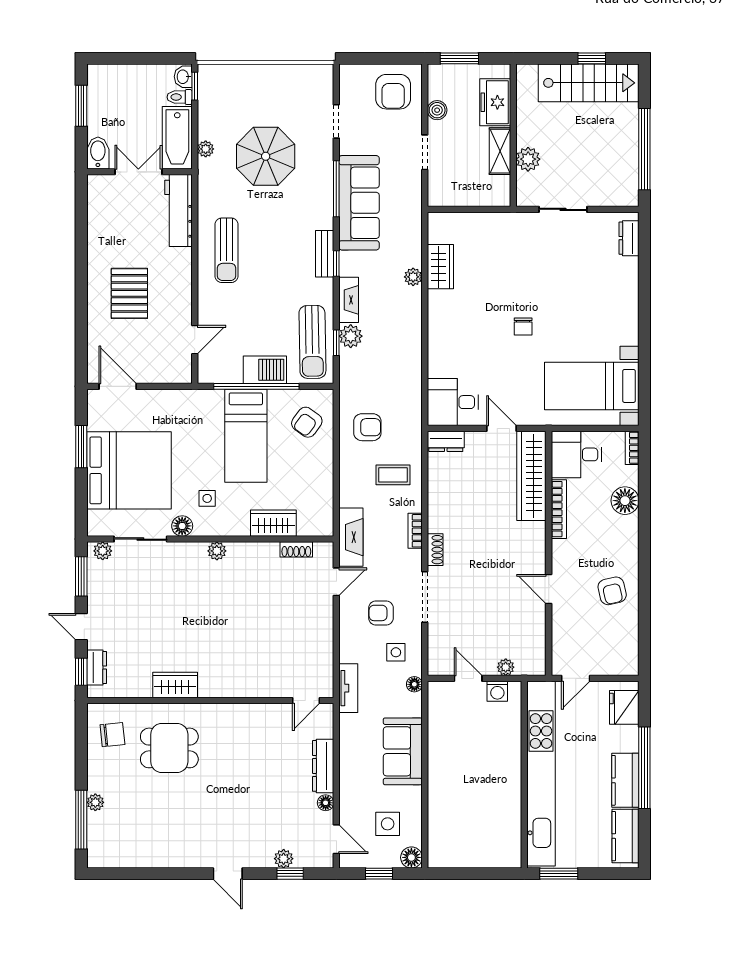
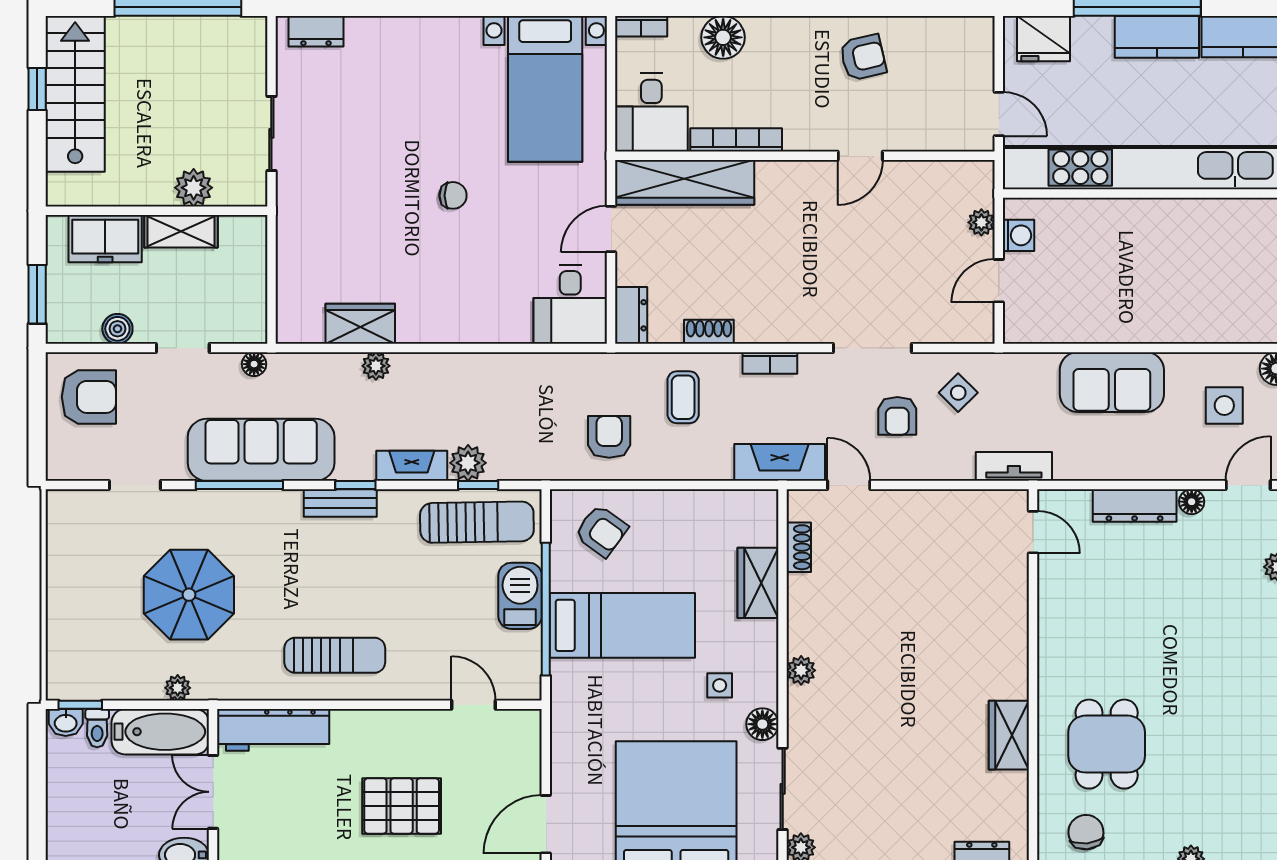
shoe rack: (435, 550) -> (709, 332), moved
side table: (396, 652) -> (958, 393), turned 45
floor lamp: (414, 684) -> (254, 364), moved

